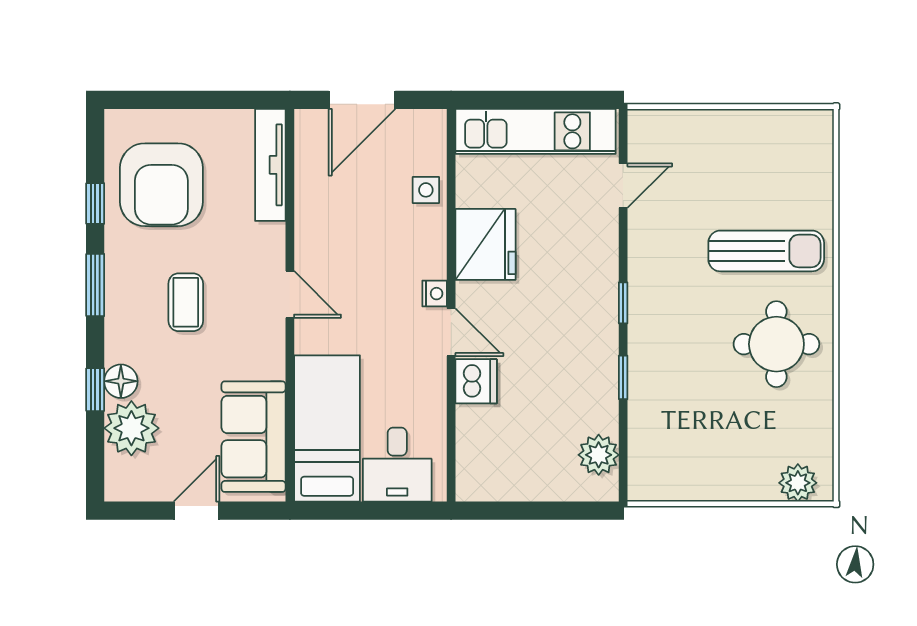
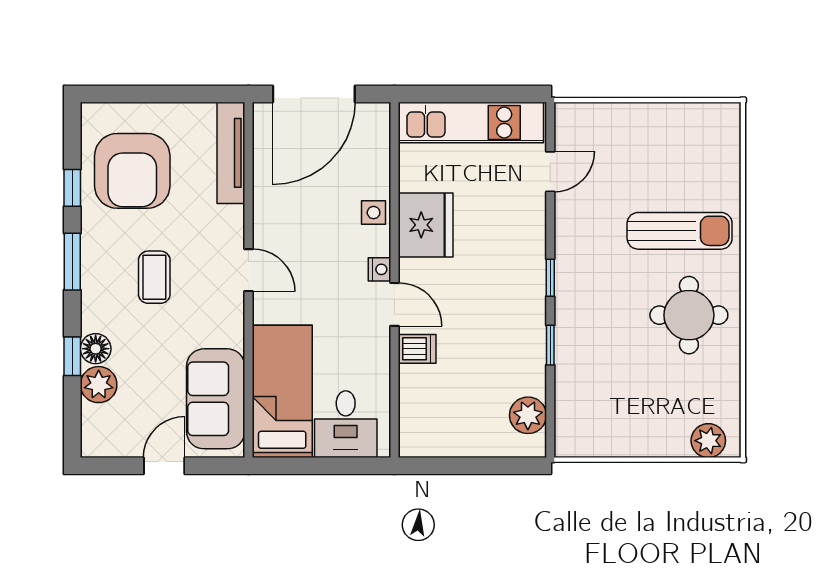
door: (362, 100) -> (314, 94), width x1.36
side table: (426, 190) -> (374, 213), moved
dishwasher: (476, 381) -> (417, 349), width x0.73
plant: (131, 428) -> (99, 385), width x0.73, depth x0.73

